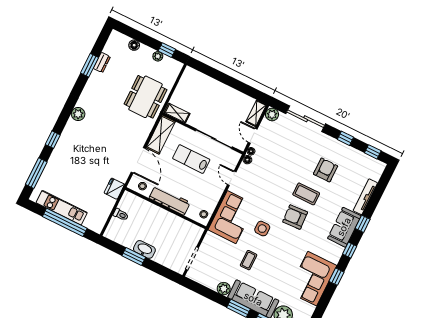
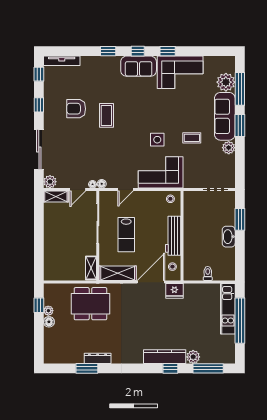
floor lamp: (134, 45) -> (49, 322), moved
dresser: (102, 63) -> (98, 358), moved, width x1.44
plant: (78, 114) -> (193, 357), moved
kitchen counter: (66, 140) -> (165, 357), added
fridge: (114, 189) -> (174, 291), moved
tv unit: (365, 197) -> (62, 61), moved
kitchen unit: (62, 208) -> (228, 309), moved
armchair: (295, 217) -> (132, 115), removed
sofa: (344, 227) -> (139, 66), moved
window: (134, 257) -> (240, 219), moved

